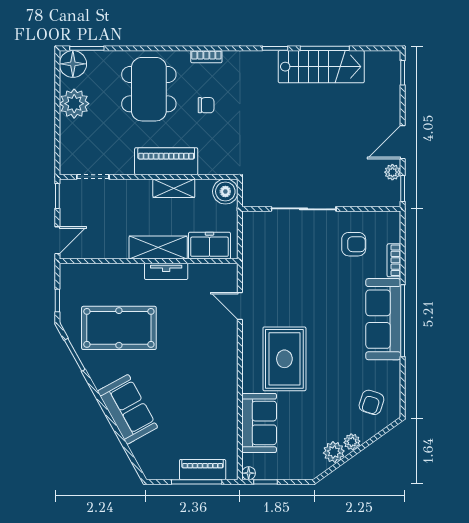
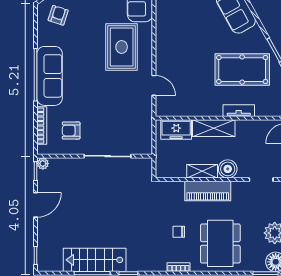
plant: (392, 172) -> (43, 164), moved
boiler: (225, 191) -> (228, 169), moved
bookcase: (394, 260) -> (42, 126), width x1.56
tv unit: (166, 271) -> (239, 111), moved

